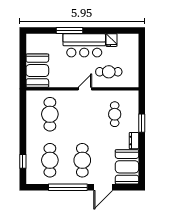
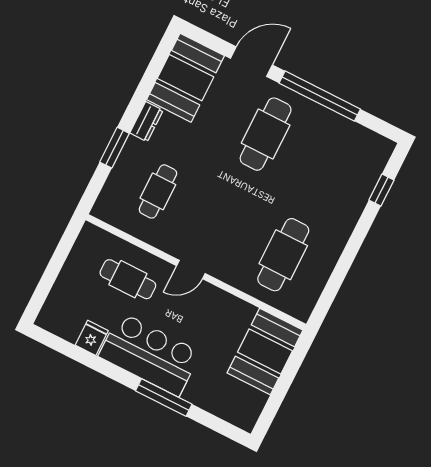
cafe table: (50, 160) -> (328, 166), removed

